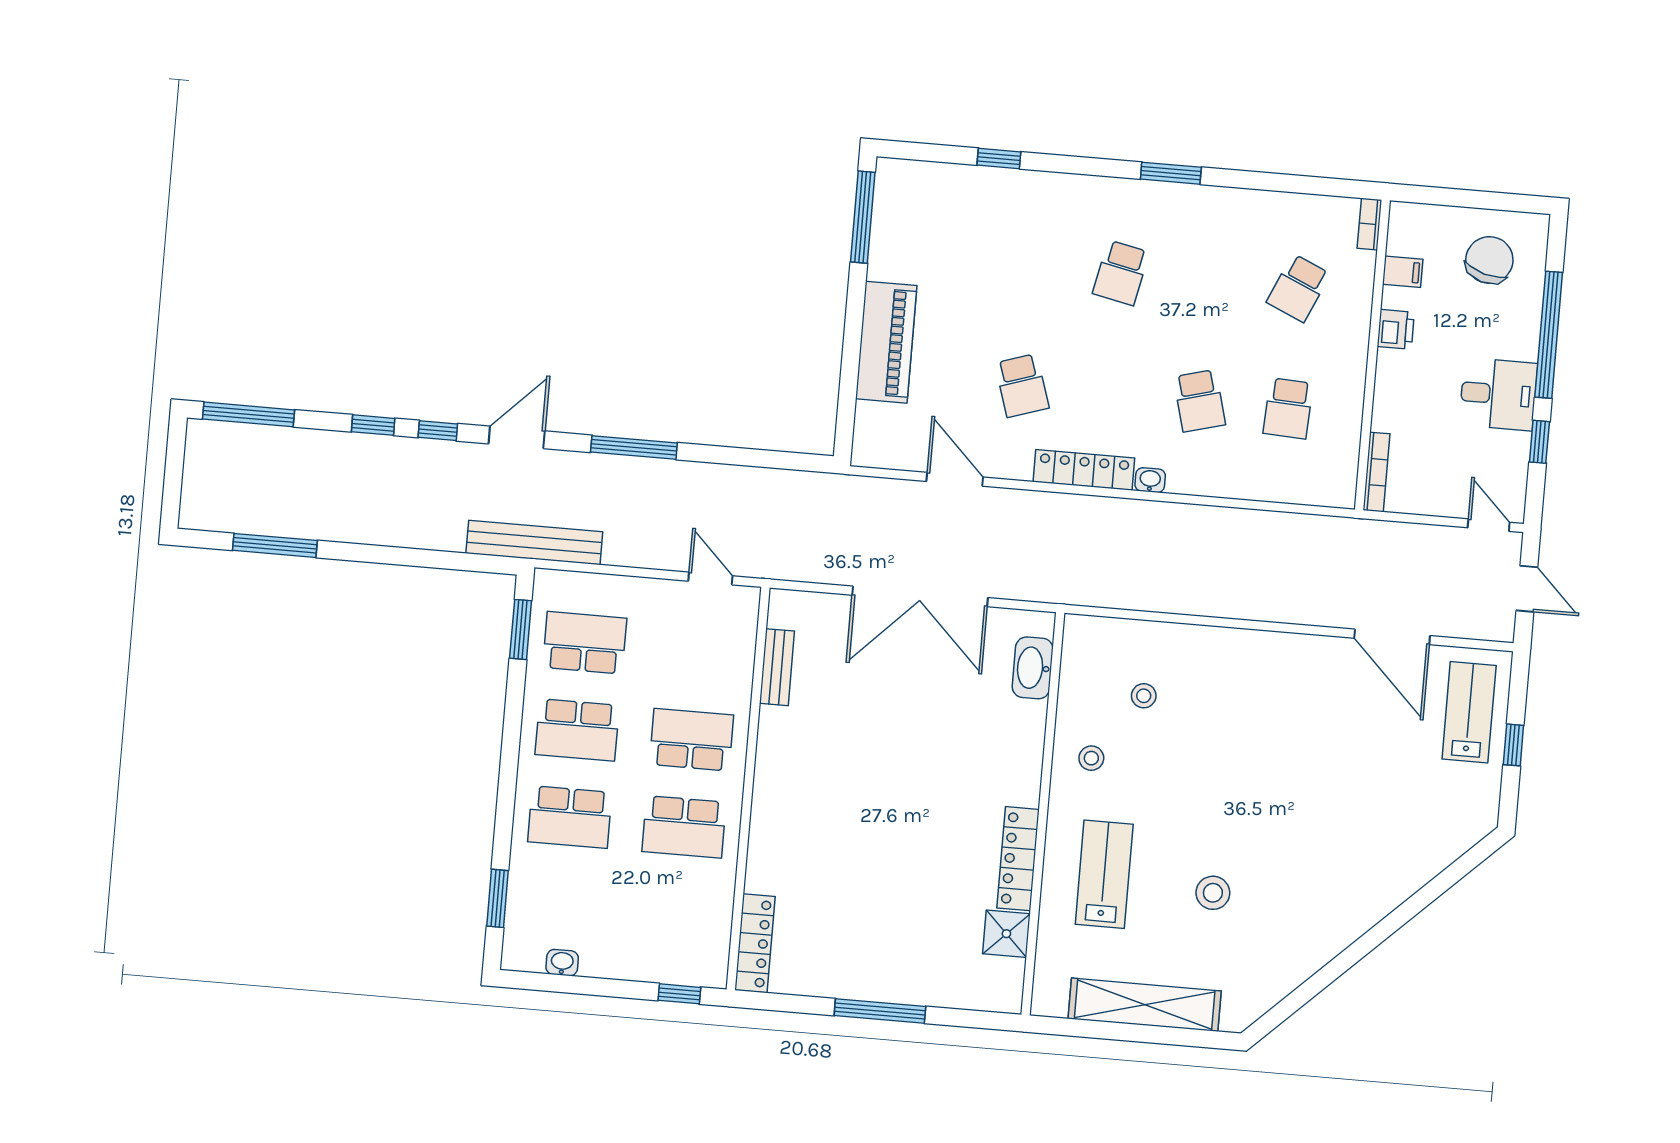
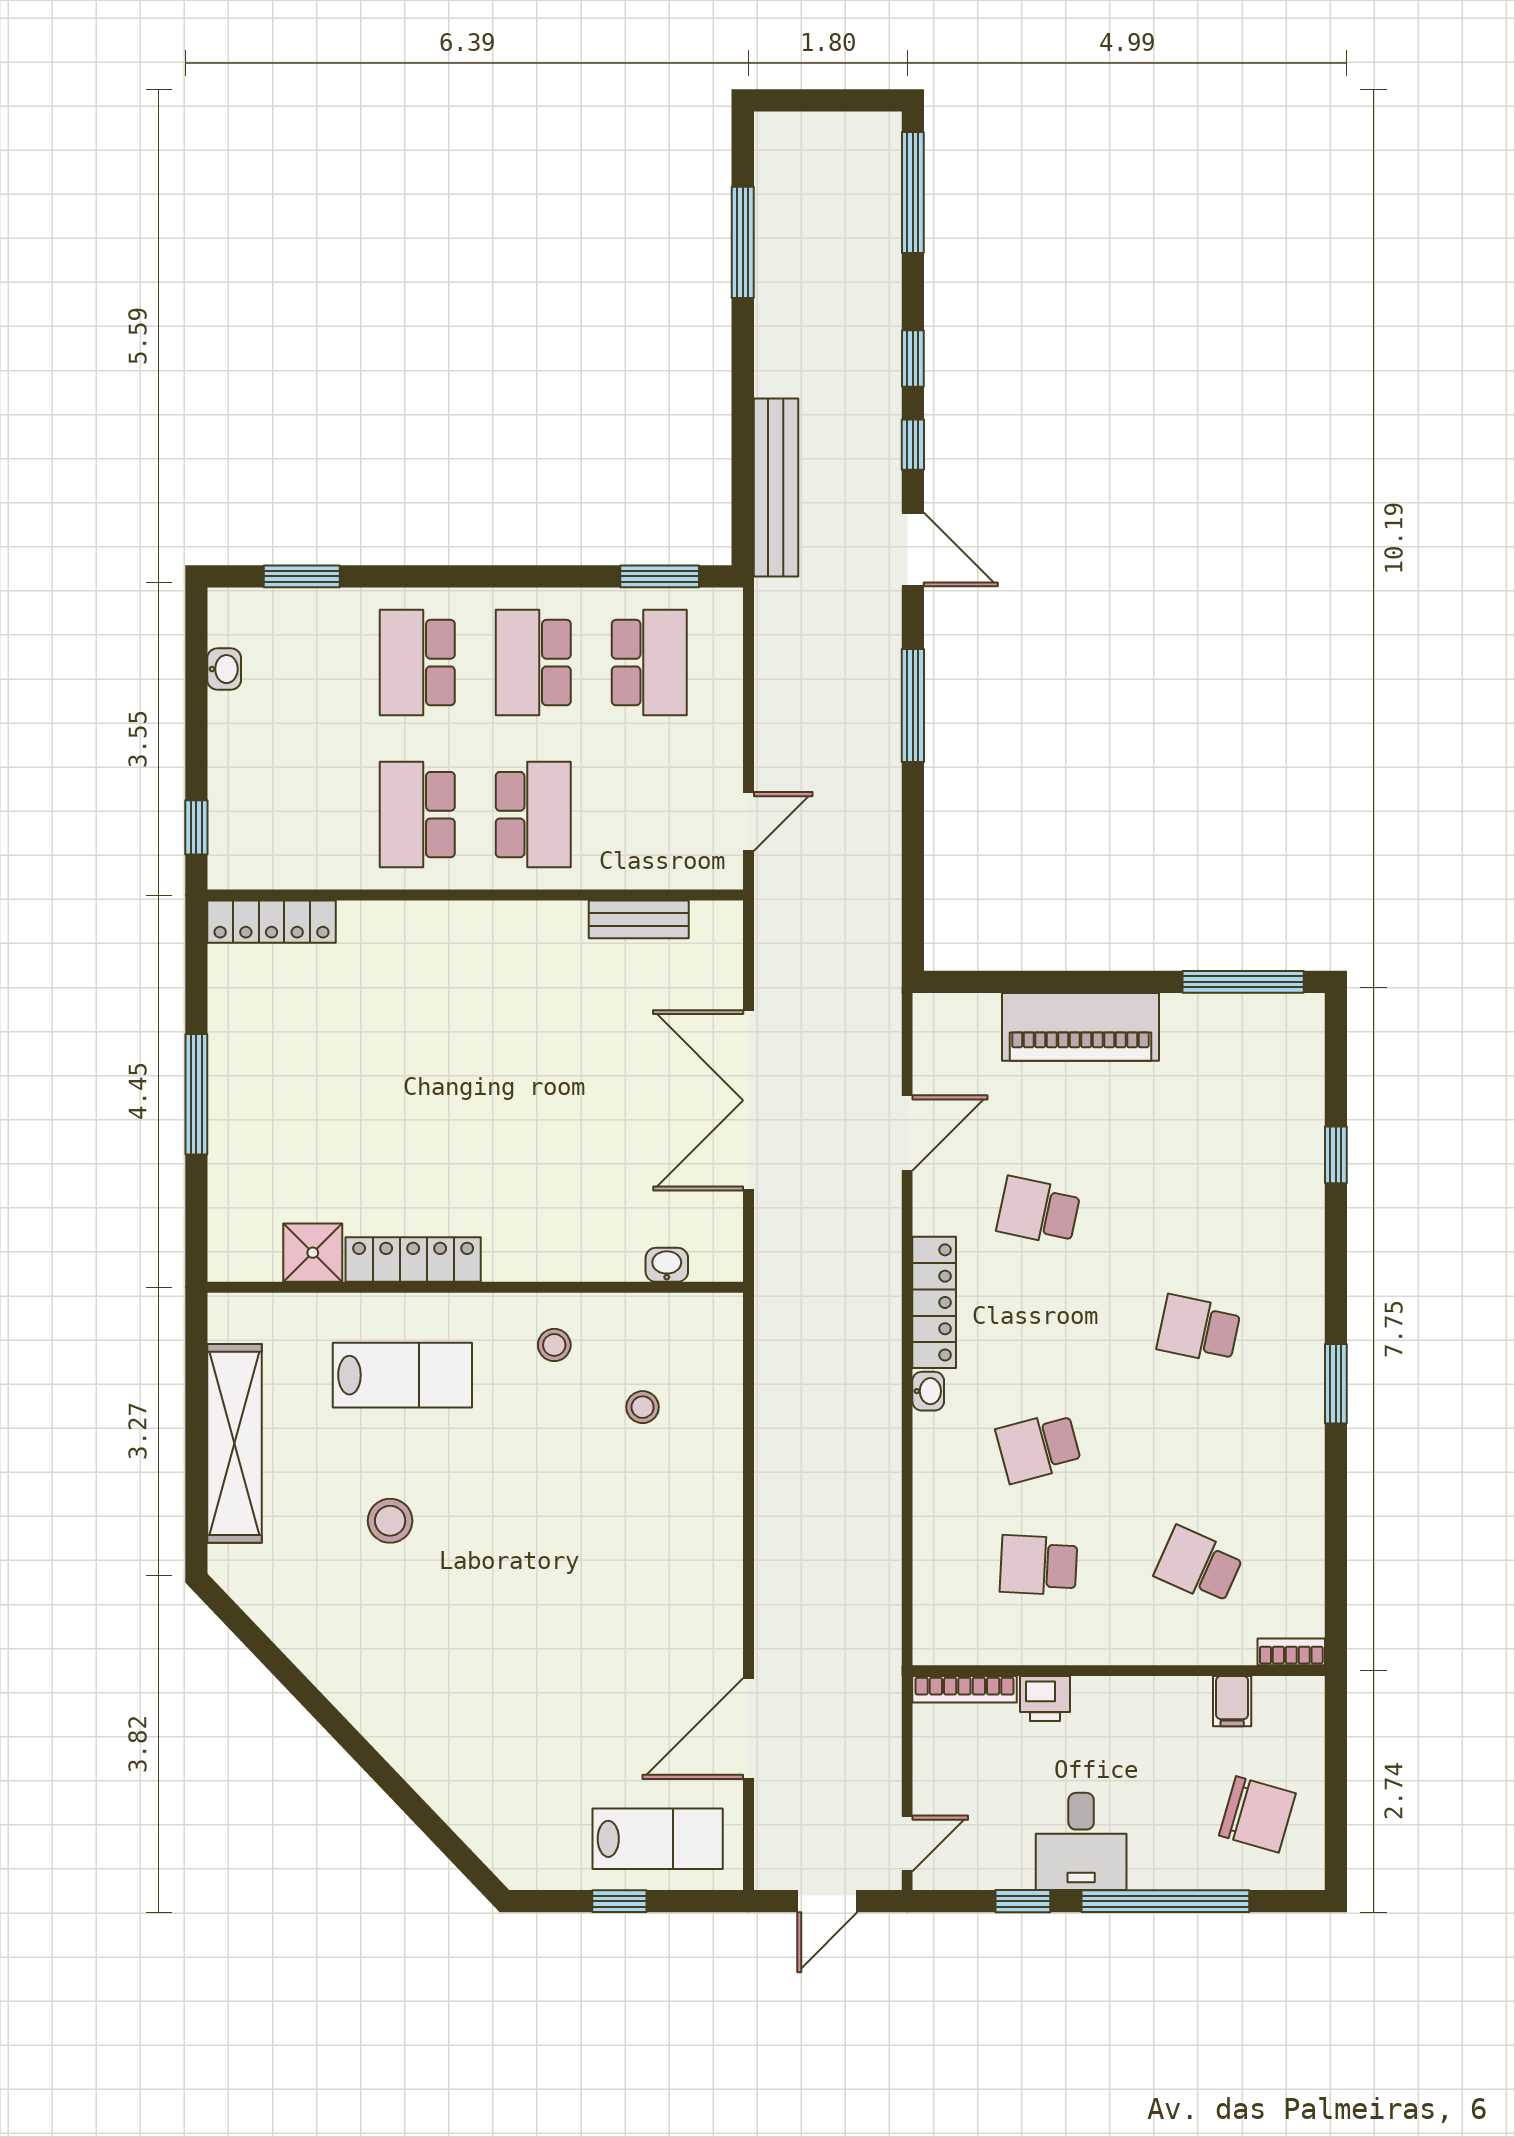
printer: (1396, 329) -> (1045, 1699), moved
school desk: (1022, 386) -> (1039, 1211), turned 30
bench: (534, 543) -> (776, 488), moved
washbasin: (1033, 668) -> (667, 1265), width x0.52, depth x0.69

